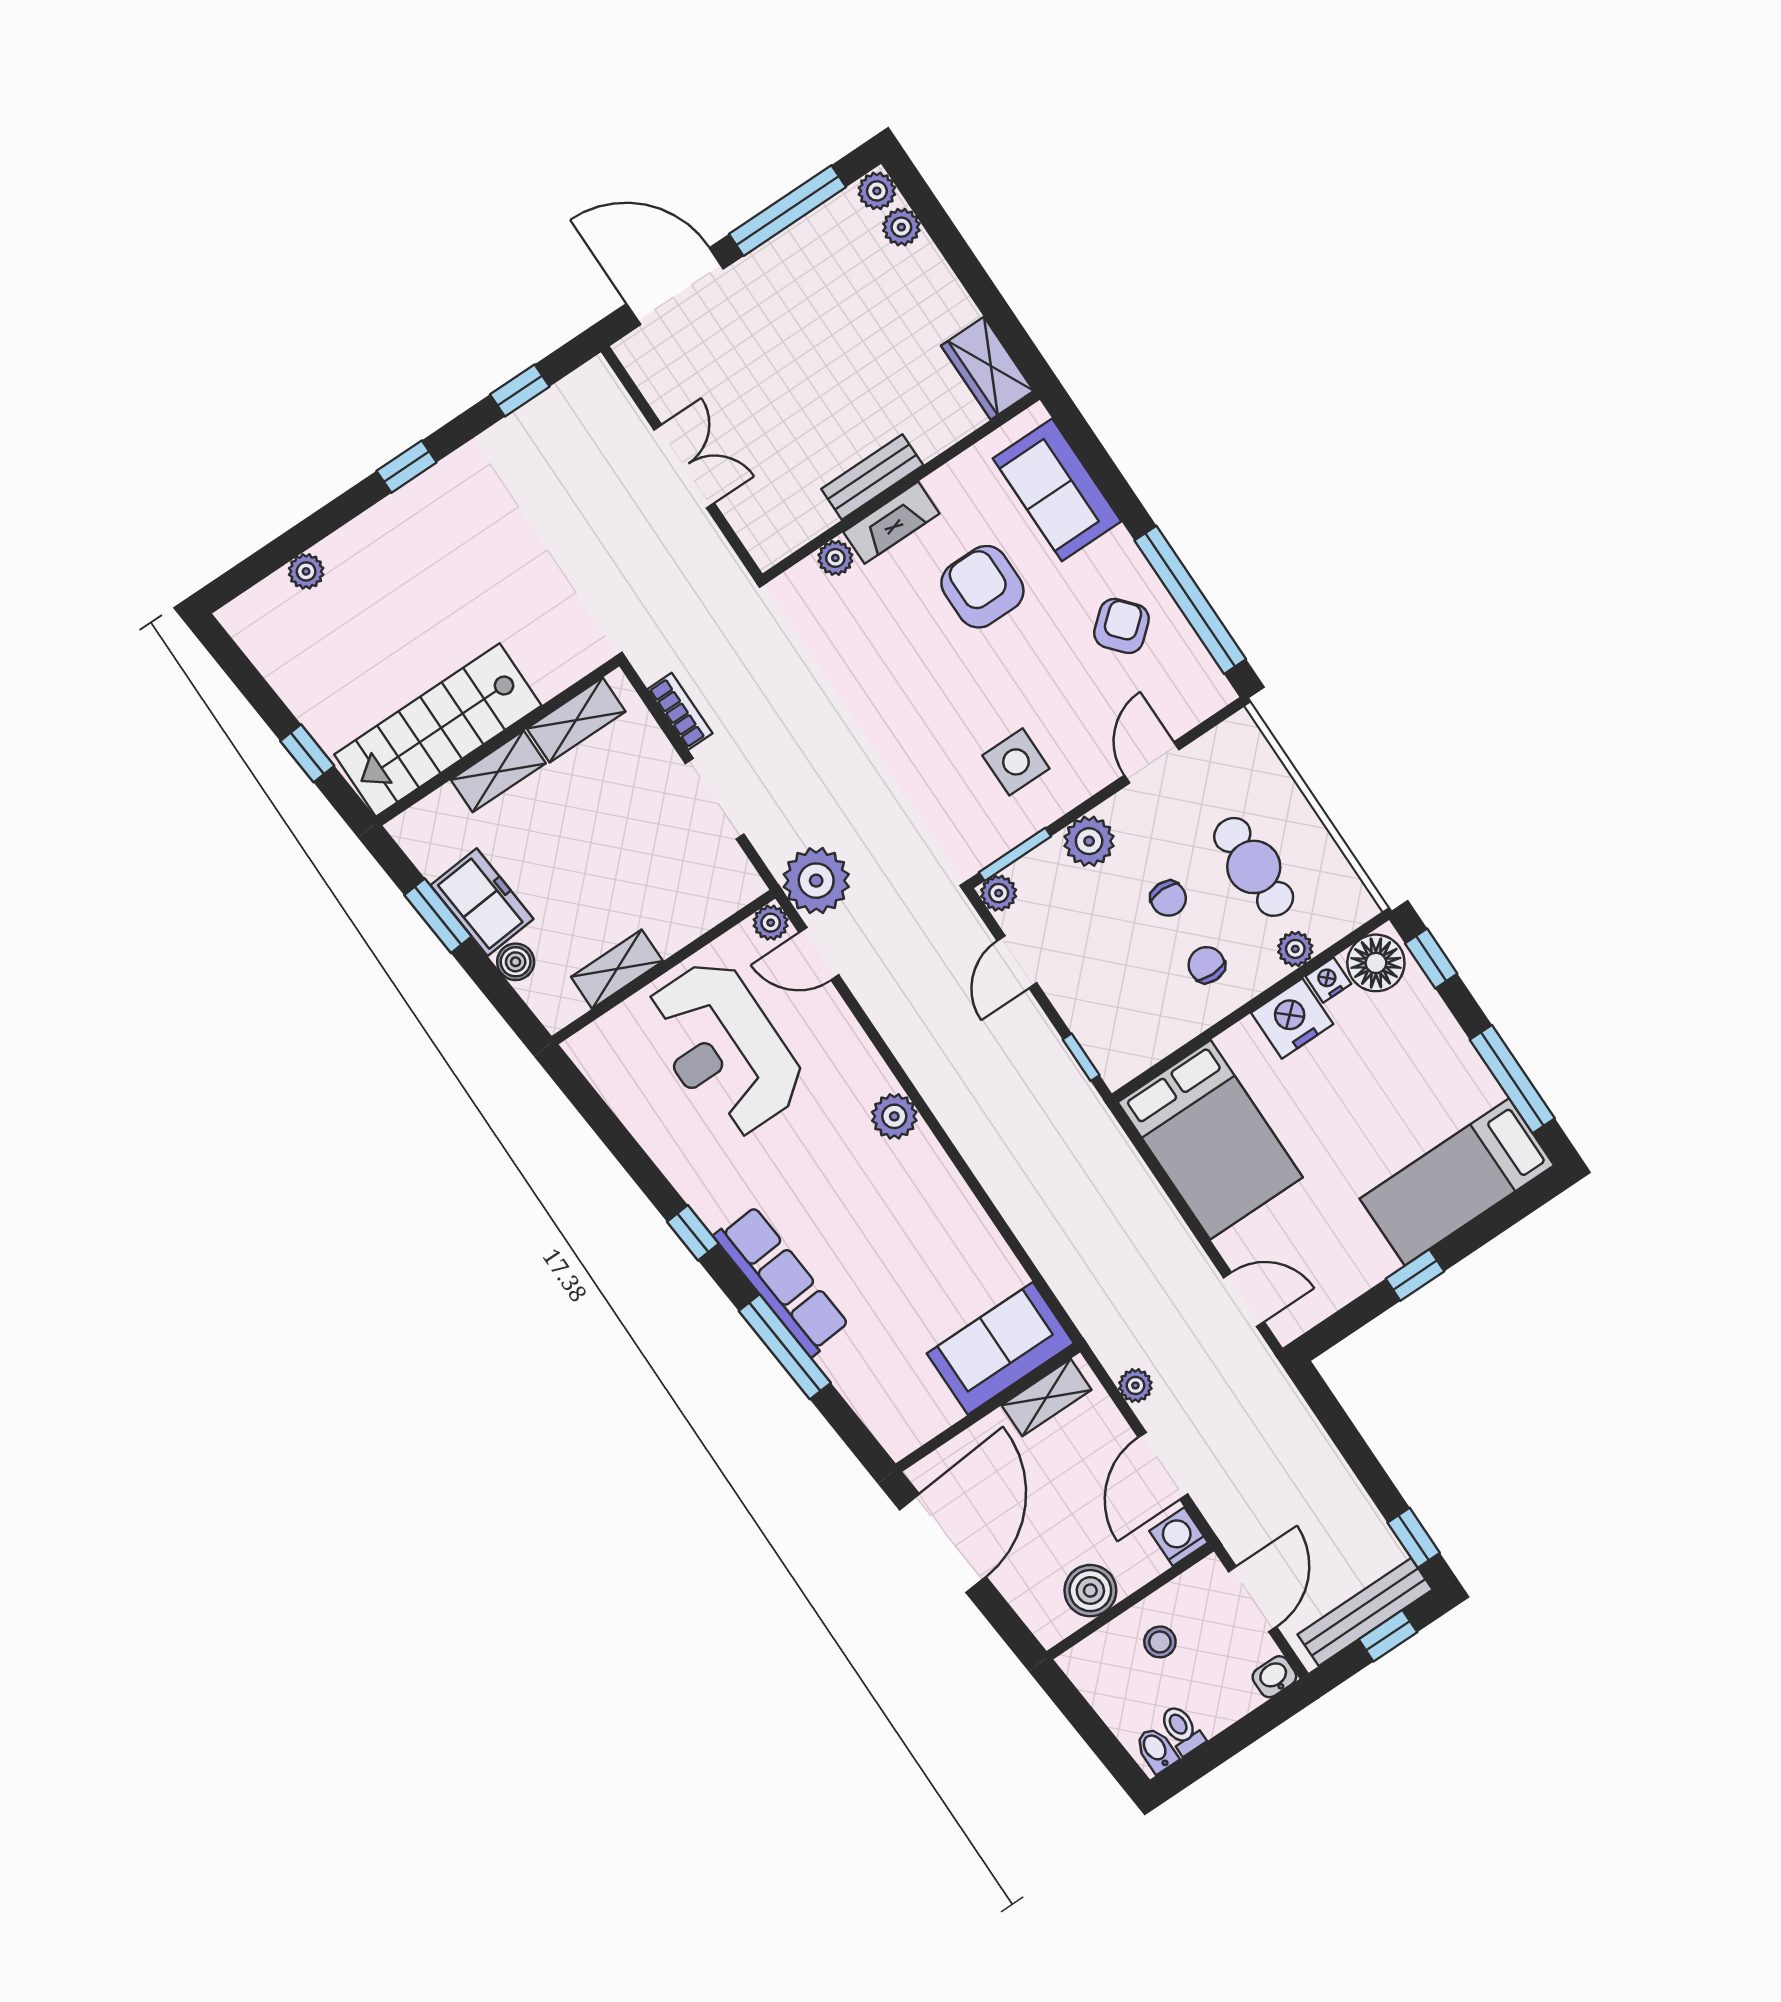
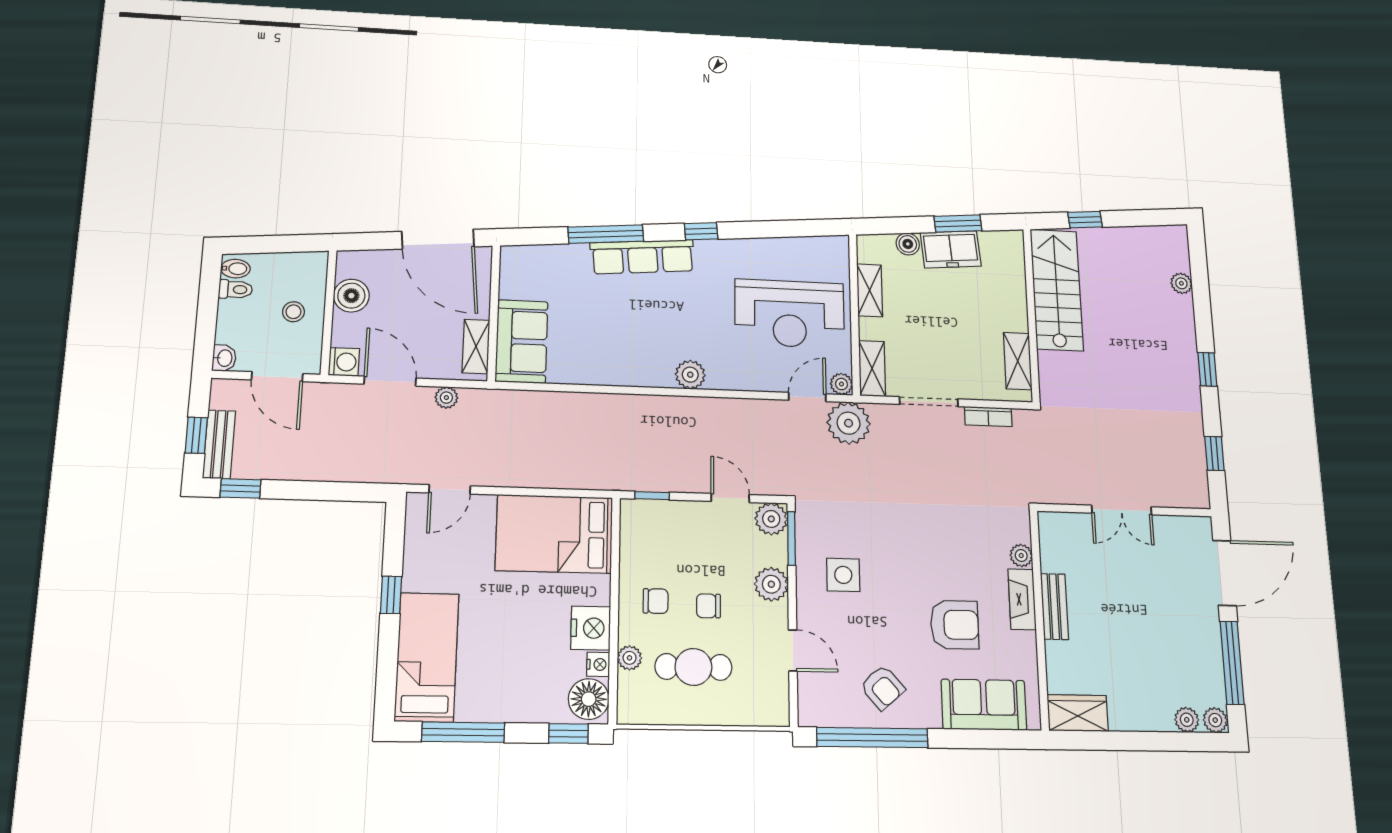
shelving: (498, 771) -> (872, 369), moved
plant: (999, 893) -> (771, 519), width x1.38, depth x1.38
reception desk: (723, 1048) -> (790, 314), turned 180
bench: (1365, 1612) -> (219, 444), width x0.73

